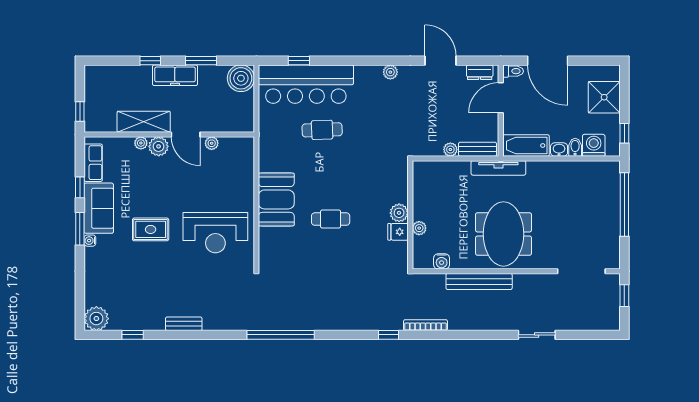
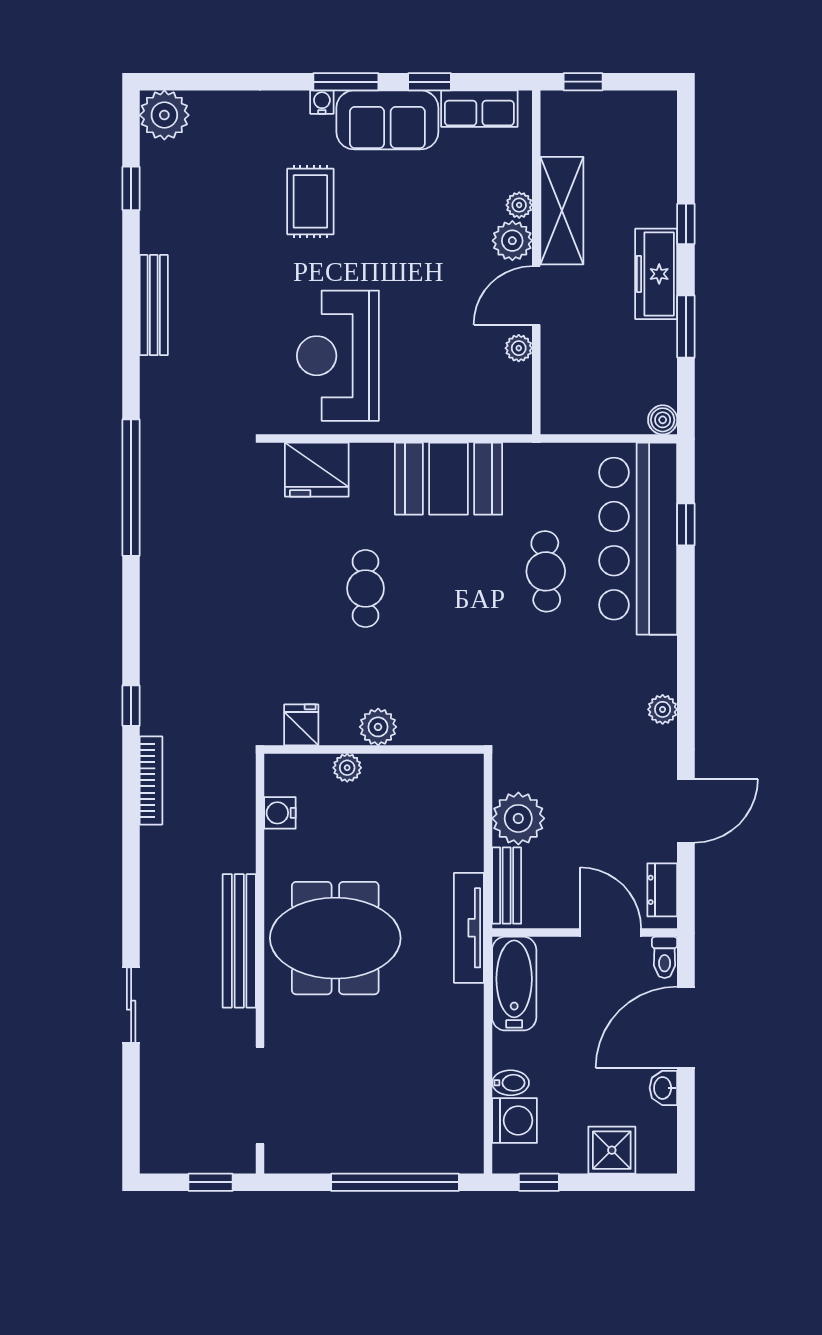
boiler: (241, 78) -> (663, 420), width x0.54, depth x0.54
shower: (604, 97) -> (612, 1150), width x0.73, depth x0.73
plant: (450, 149) -> (518, 818), width x1.88, depth x1.88
washbasin: (559, 150) -> (663, 1088), moved, turned 180
booth: (276, 199) -> (449, 479), moved
rug: (151, 229) -> (310, 201), moved
fridge: (398, 232) -> (301, 725), moved
fridge: (272, 243) -> (317, 470), added
bench: (479, 281) -> (239, 941), moved
bench: (184, 324) -> (154, 305), width x1.36

